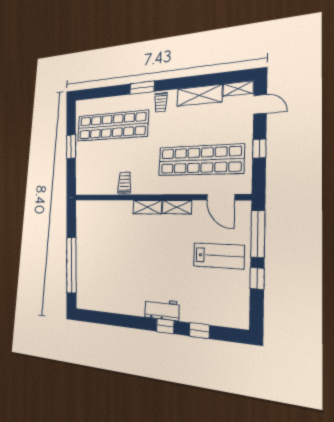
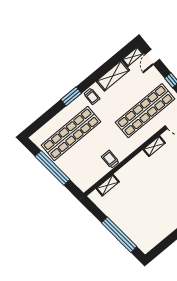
door: (260, 104) -> (152, 57), swing flipped
window: (71, 147) -> (52, 168), width x2.11
shelving: (147, 207) -> (108, 185), moved

